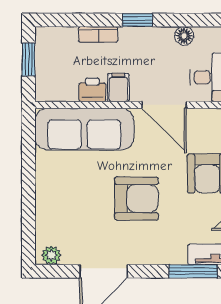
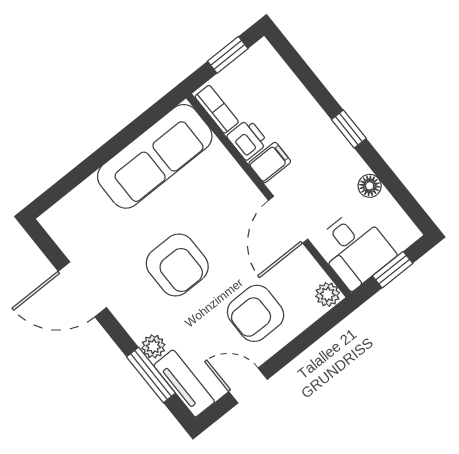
bookcase: (98, 34) -> (217, 109), moved, turned 180
sofa: (84, 129) -> (155, 156), moved, turned -90
plant: (51, 255) -> (153, 346), moved

